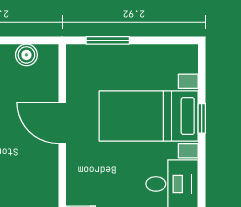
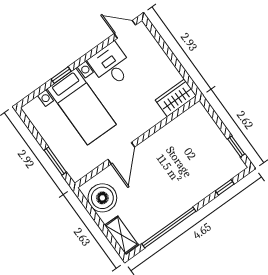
boiler: (26, 55) -> (102, 198), width x1.86, depth x1.86

